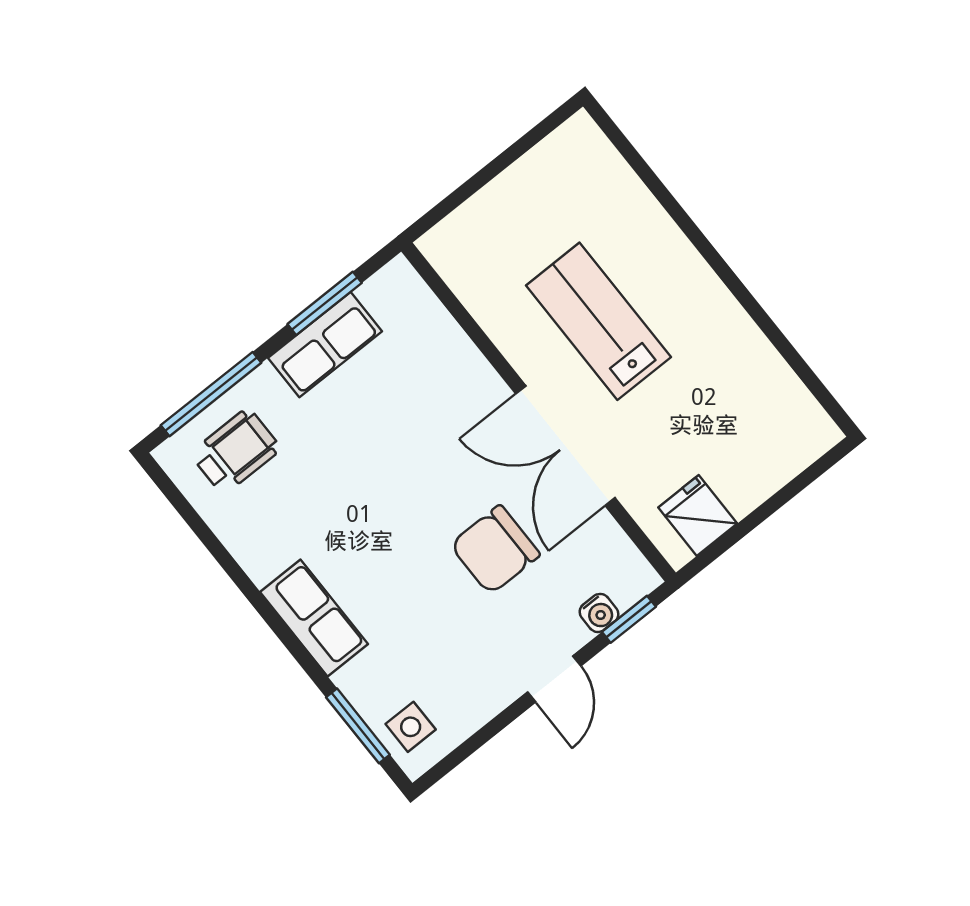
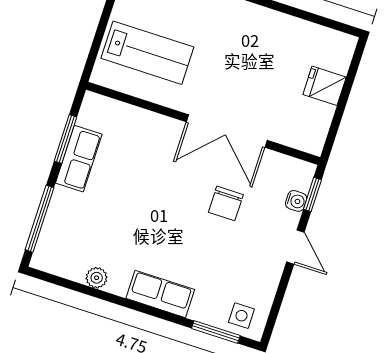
lab bench: (598, 321) -> (147, 53), moved, turned 180
wheelchair: (236, 451) -> (70, 238), removed
fridge: (698, 515) -> (325, 86), moved
plant: (237, 534) -> (97, 278), added
chair: (495, 550) -> (226, 203), width x0.73, depth x0.73

